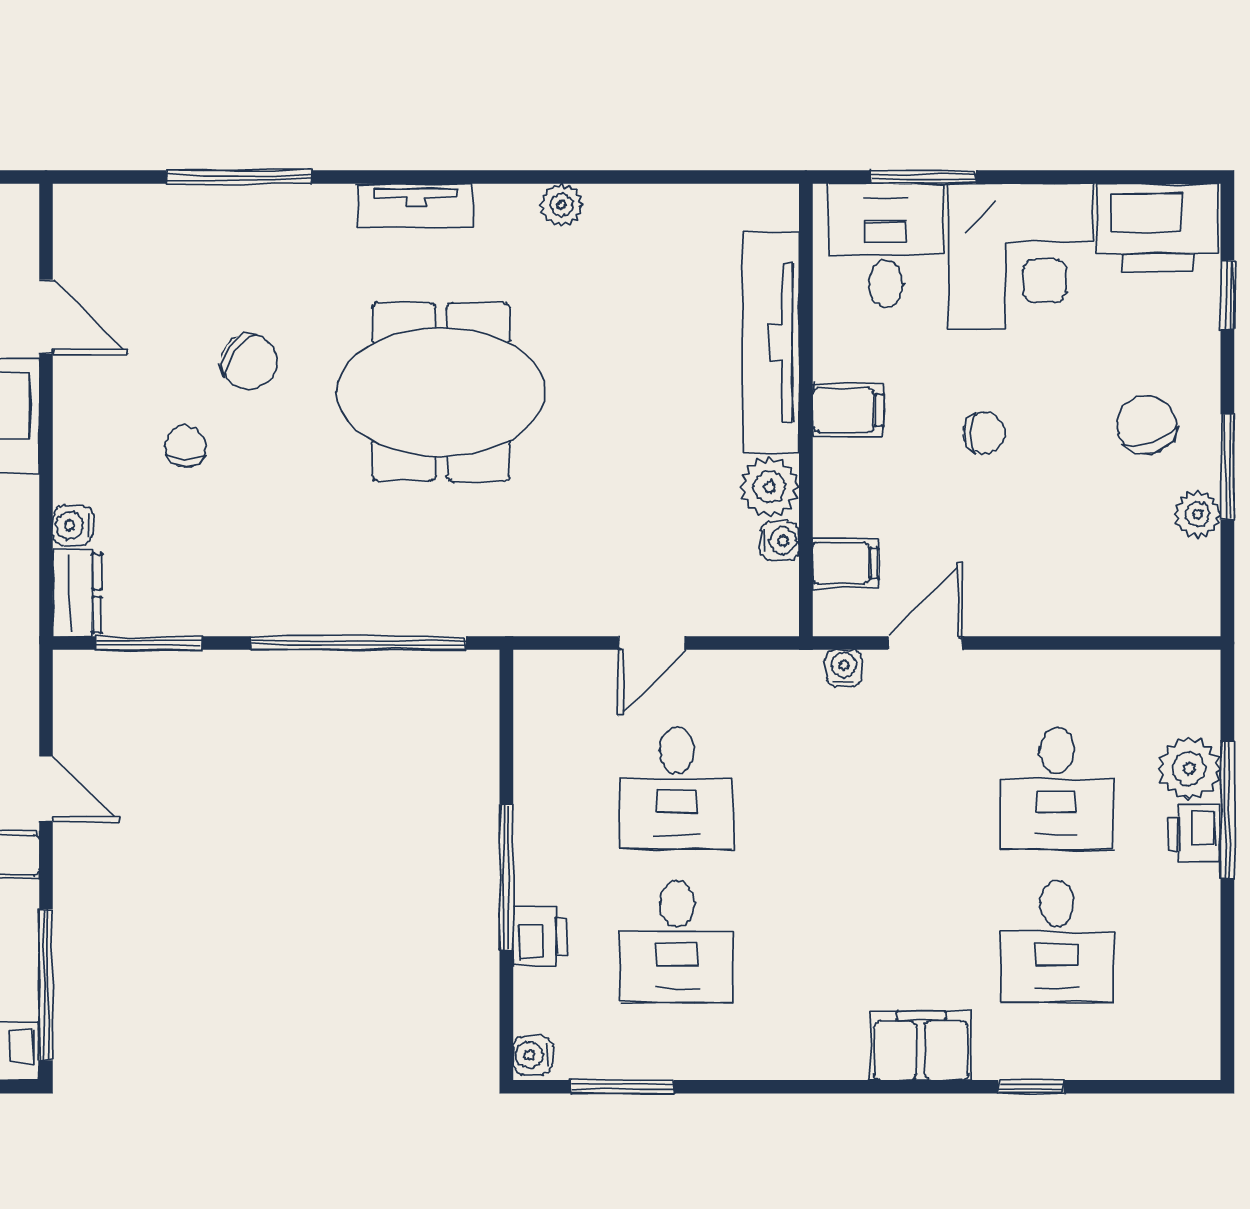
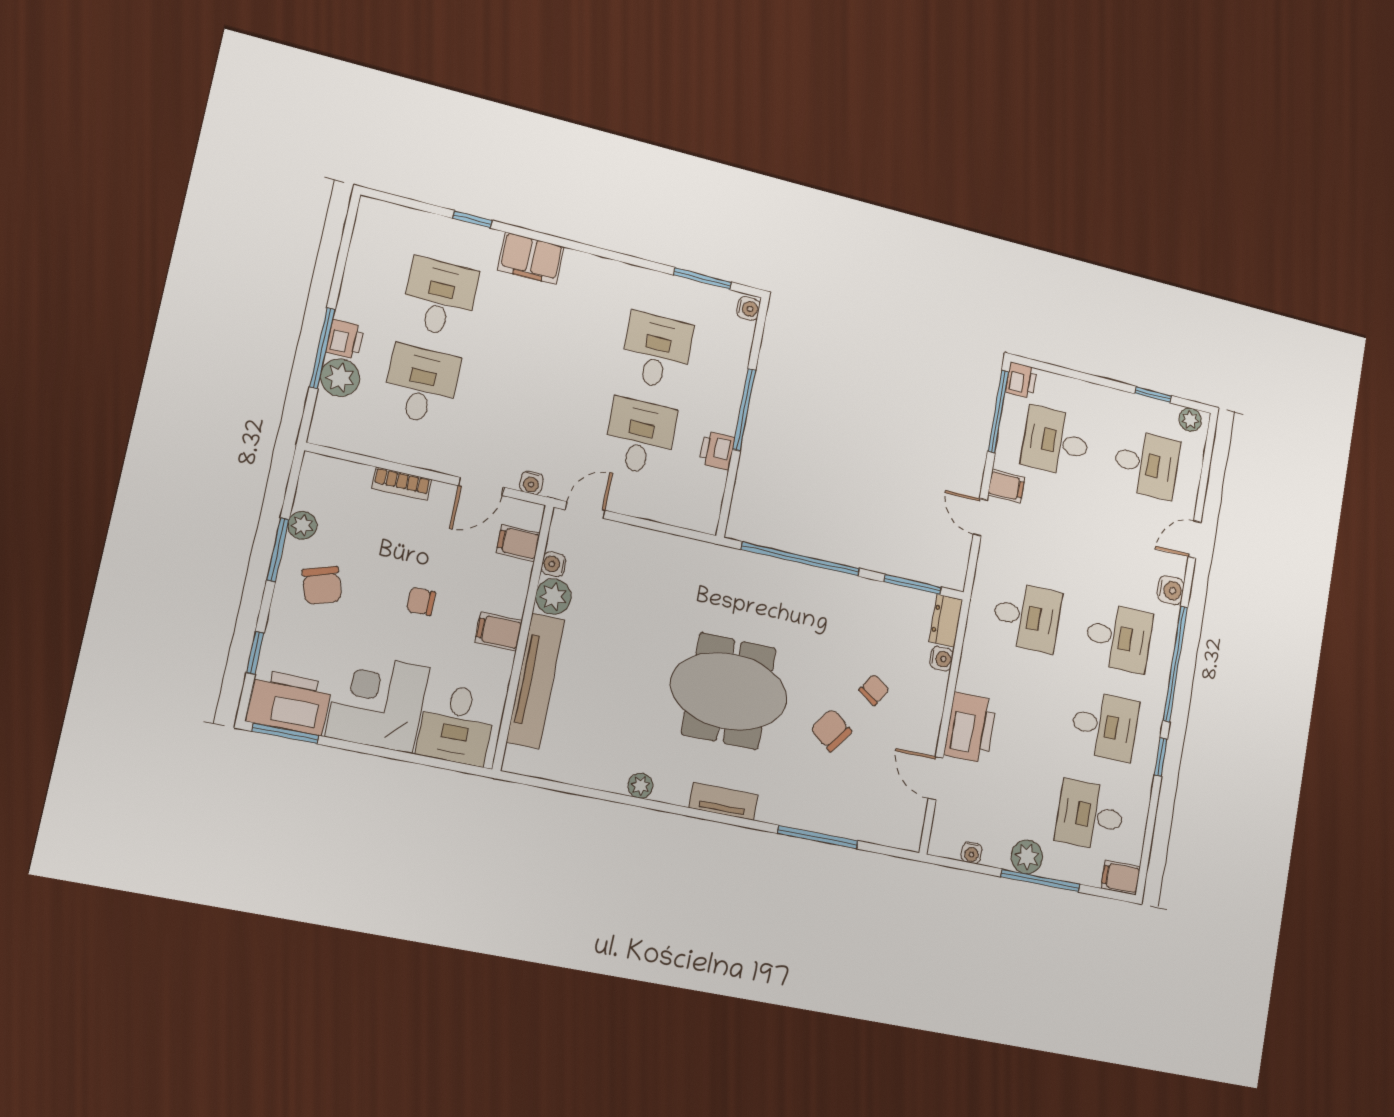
window: (924, 177) -> (285, 733), moved
chair: (185, 446) -> (874, 690), turned -147
bookcase: (1055, 618) -> (402, 484), added
door: (651, 643) -> (585, 510), moved
printer: (540, 936) -> (717, 451), moved

